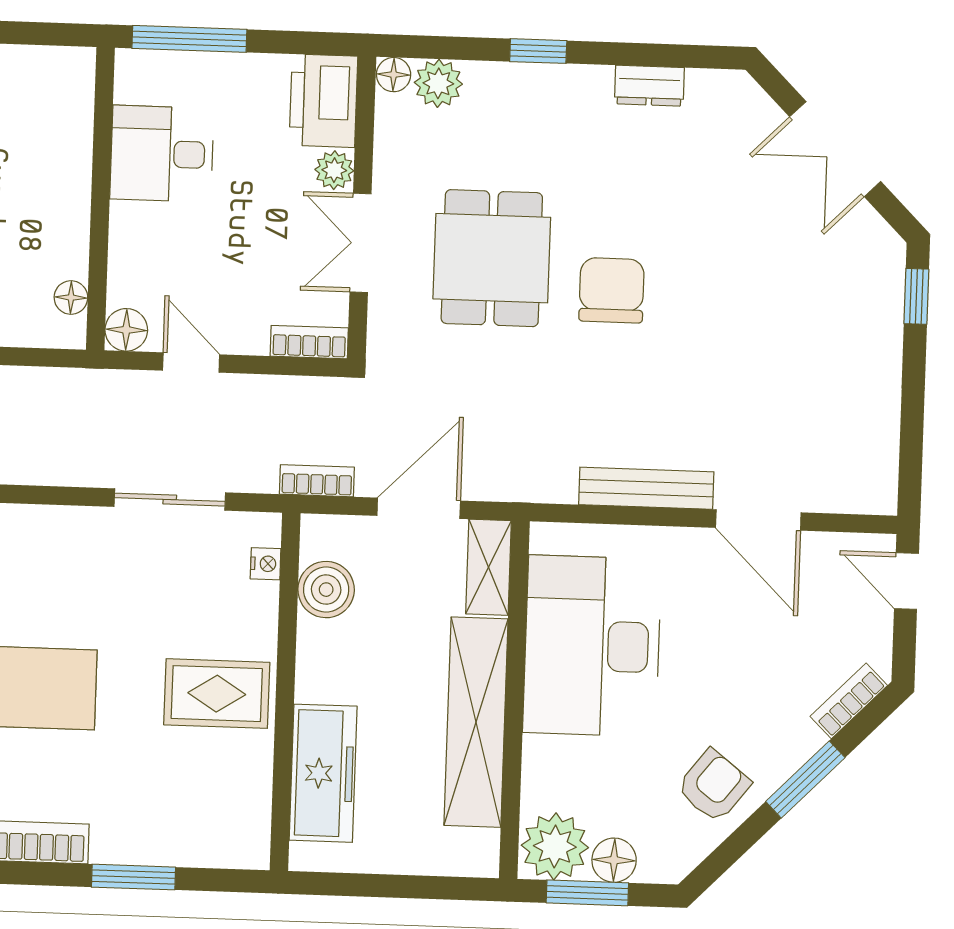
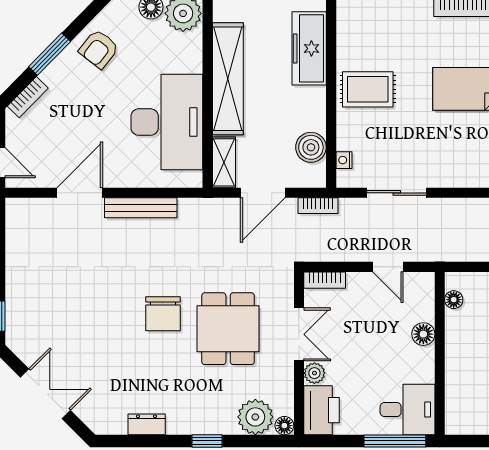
plant: (438, 83) -> (255, 417), width x1.36, depth x1.36
desk: (162, 154) -> (408, 410), moved
floor lamp: (126, 330) -> (423, 334), moved
door: (758, 520) -> (80, 193), hinge flipped

